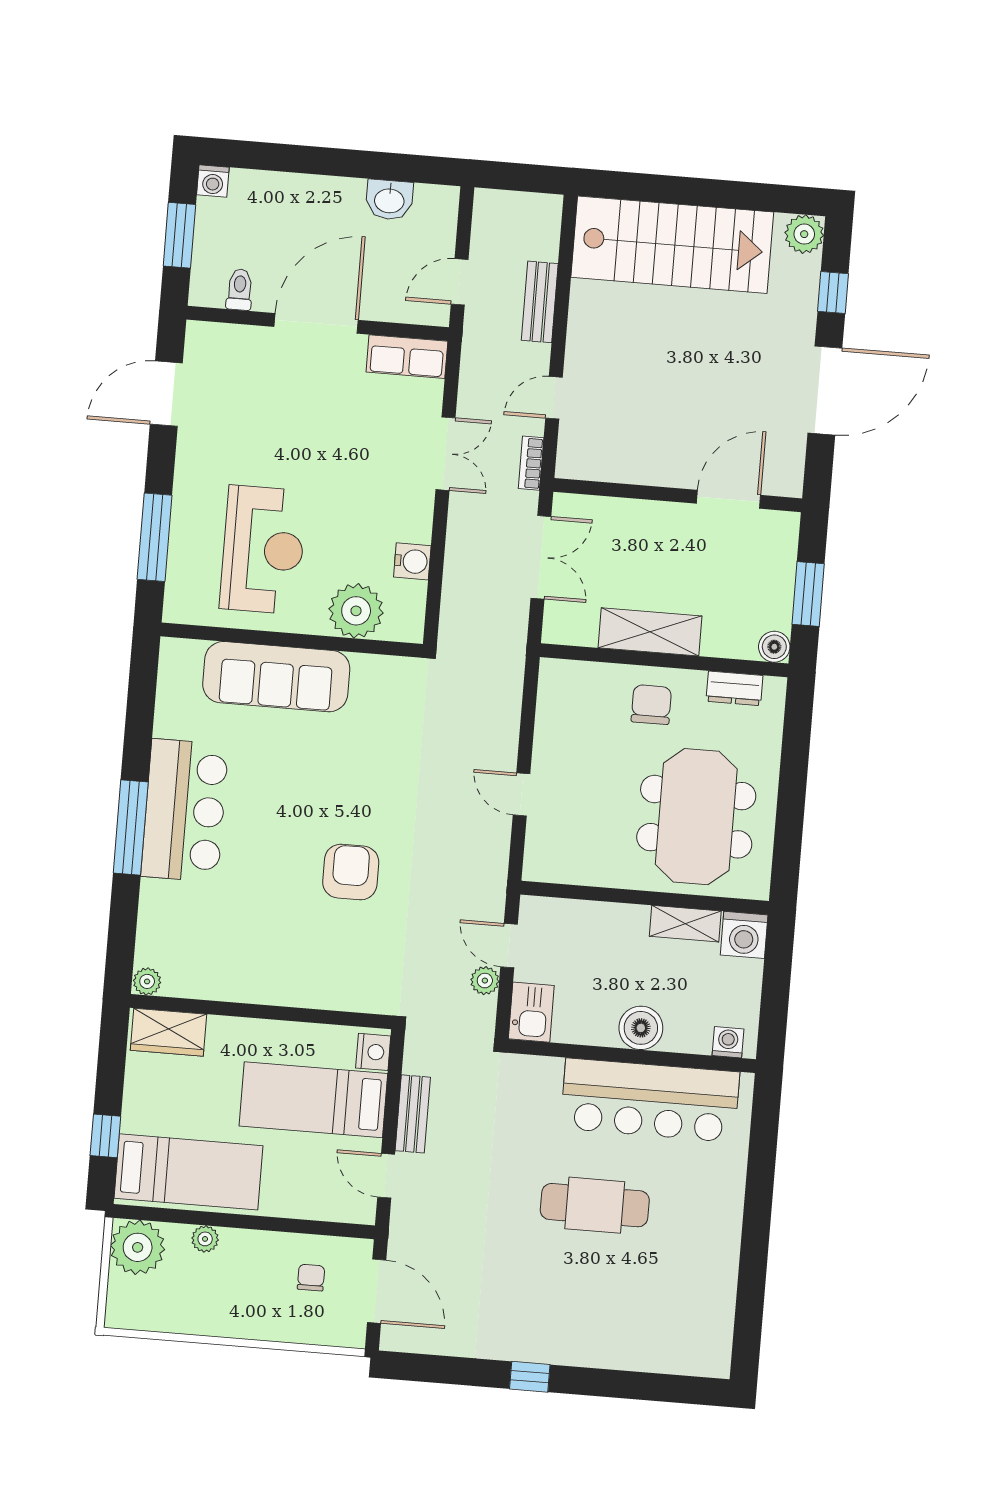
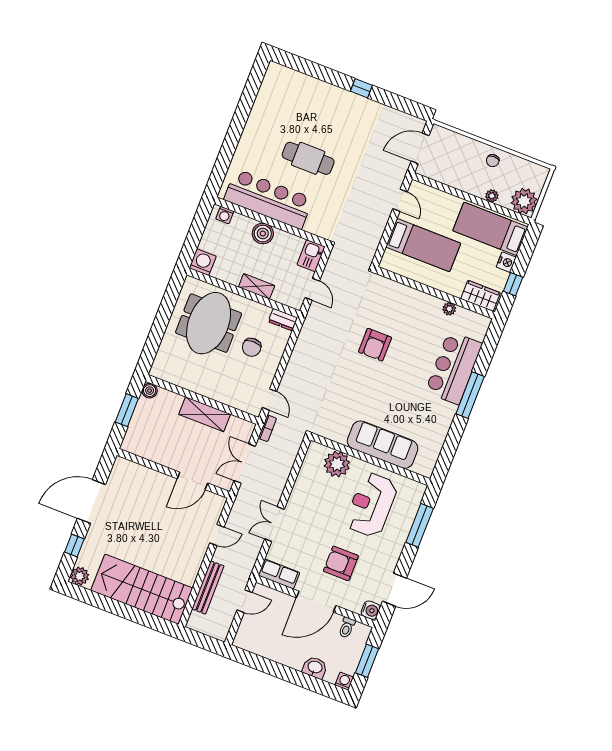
washbasin: (389, 200) -> (315, 668), moved
bench: (540, 302) -> (208, 587), width x1.36
armchair: (289, 414) -> (341, 563), added
bookcase: (531, 463) -> (267, 428), moved
door: (729, 499) -> (192, 481), moved
water cooler: (412, 561) -> (371, 610), moved, turned 180
dresser: (734, 688) -> (283, 320), moved, turned 180
chair: (651, 705) -> (252, 347), moved
door: (521, 794) -> (269, 399), moved
bar counter: (185, 810) -> (454, 368), moved
shelving: (685, 924) -> (257, 286), moved
plant: (147, 981) -> (449, 309), moved
plant: (485, 981) -> (328, 277), removed
nightstand: (373, 1052) -> (506, 262), moved, turned 180
bench: (413, 1114) -> (379, 225), removed
window: (105, 1136) -> (513, 284), moved
chair: (311, 1278) -> (493, 161), moved
door: (377, 1291) -> (420, 148), hinge flipped

